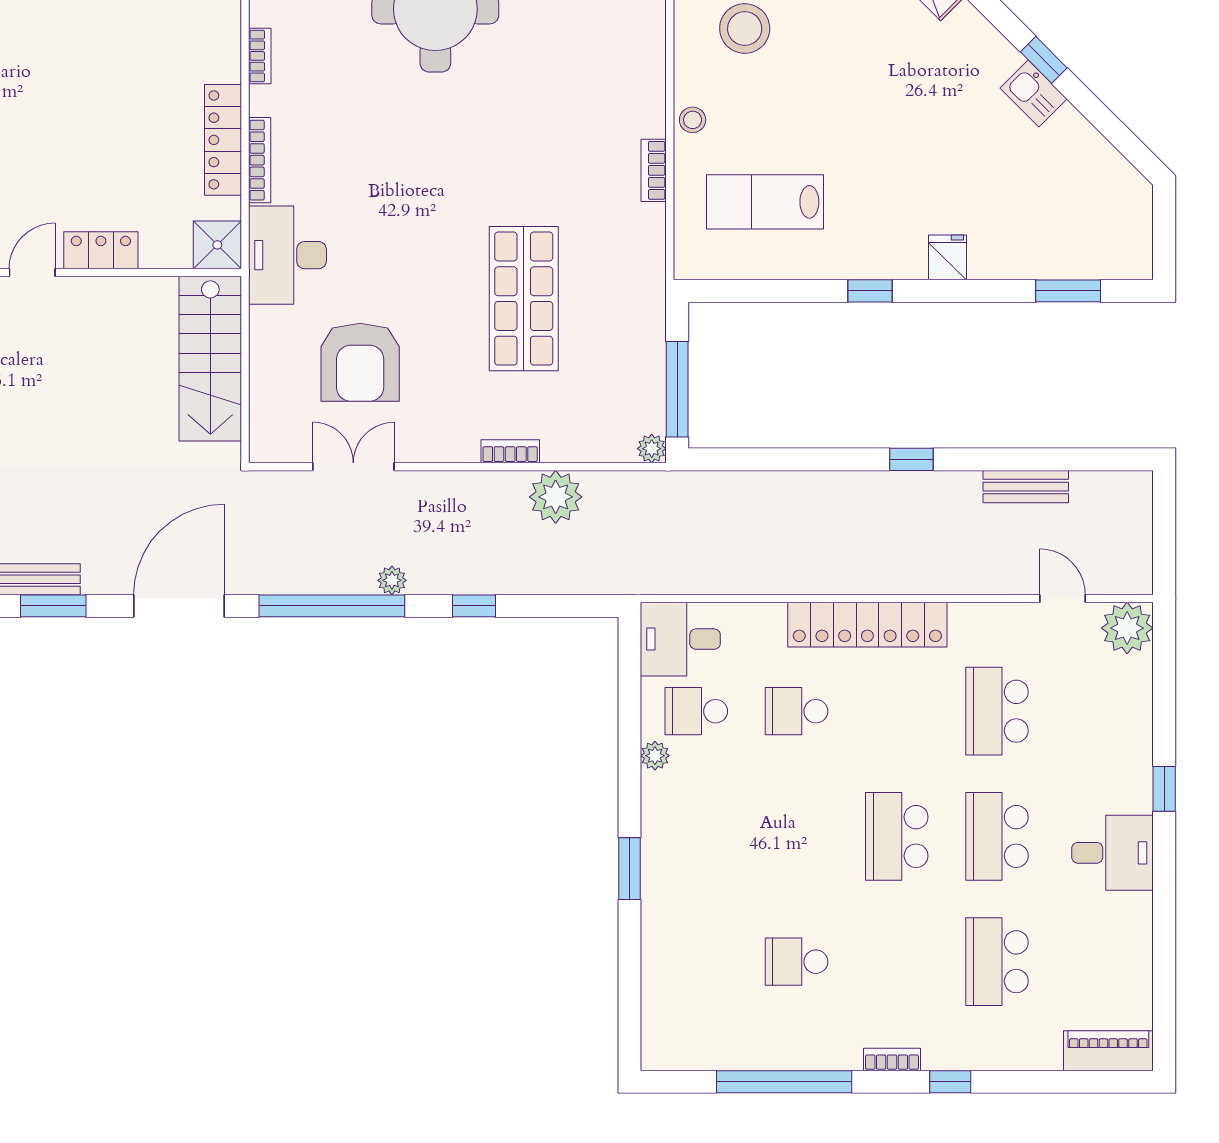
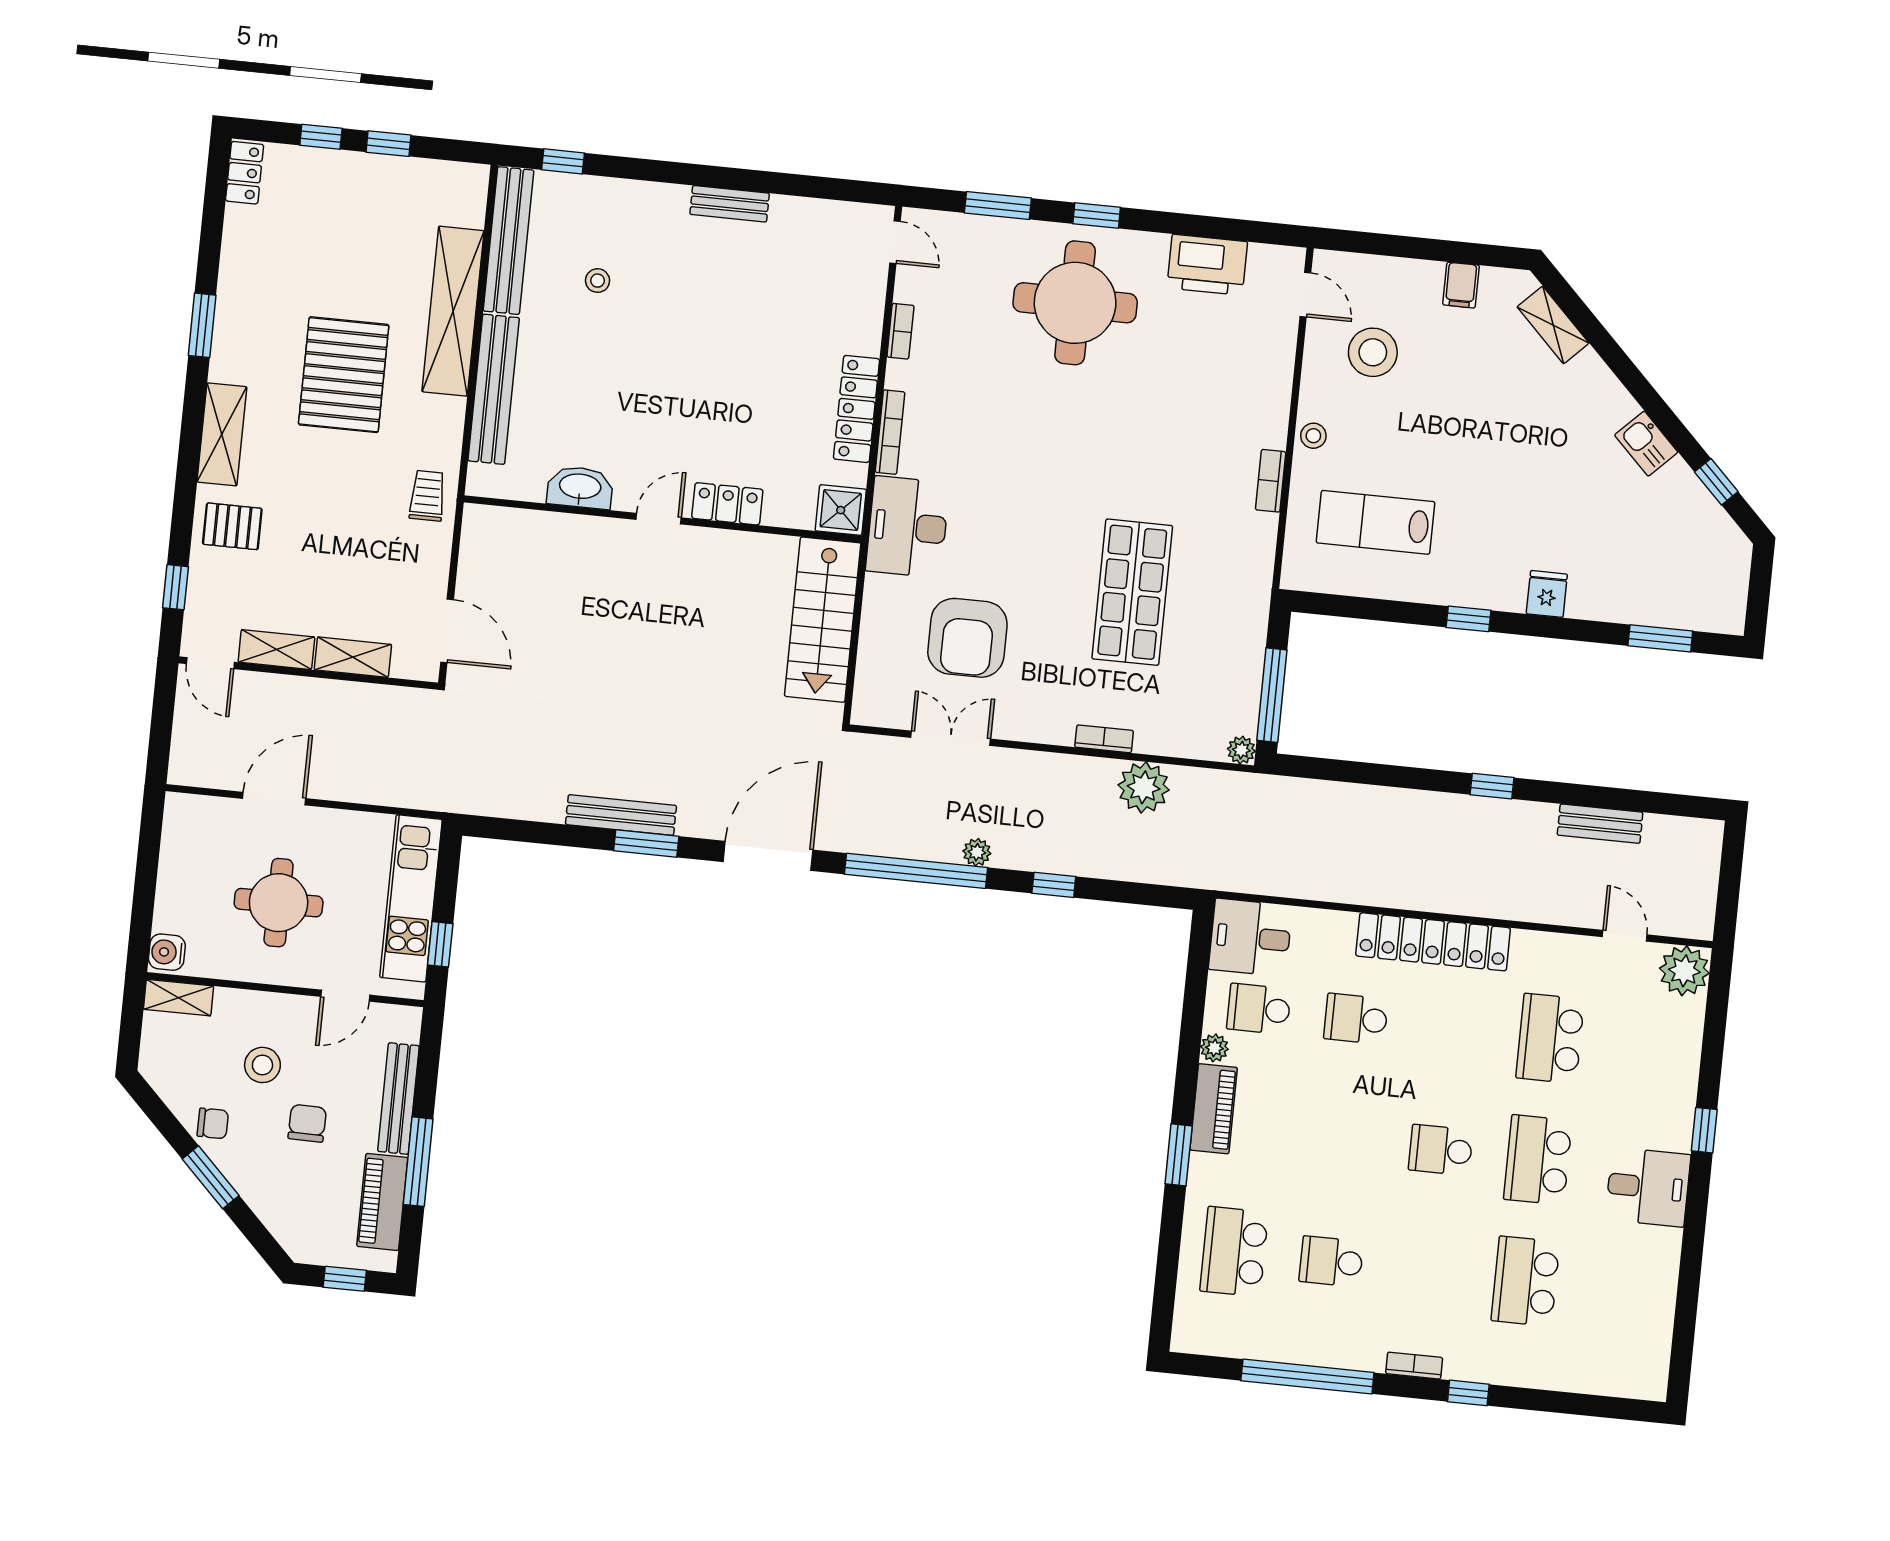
window: (1044, 60) -> (1716, 482), moved
school desk: (897, 836) -> (1441, 1150), width x0.54
school desk: (696, 962) -> (1234, 1252), added
piano: (1108, 1051) -> (1214, 1109), moved, turned 90

